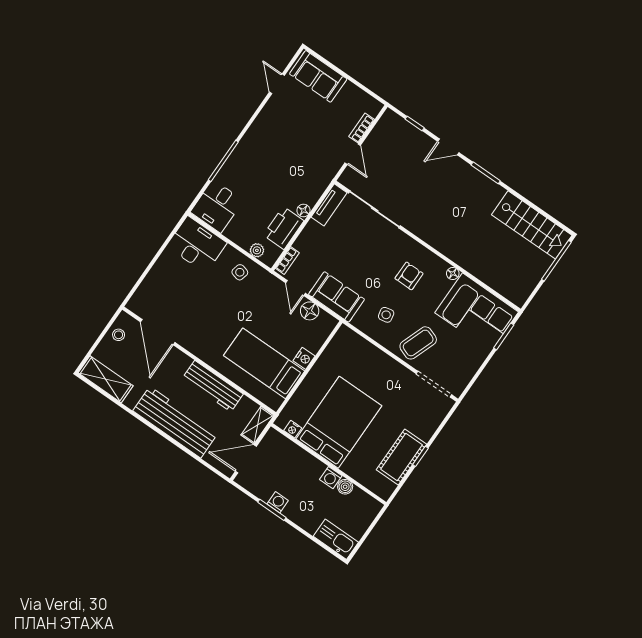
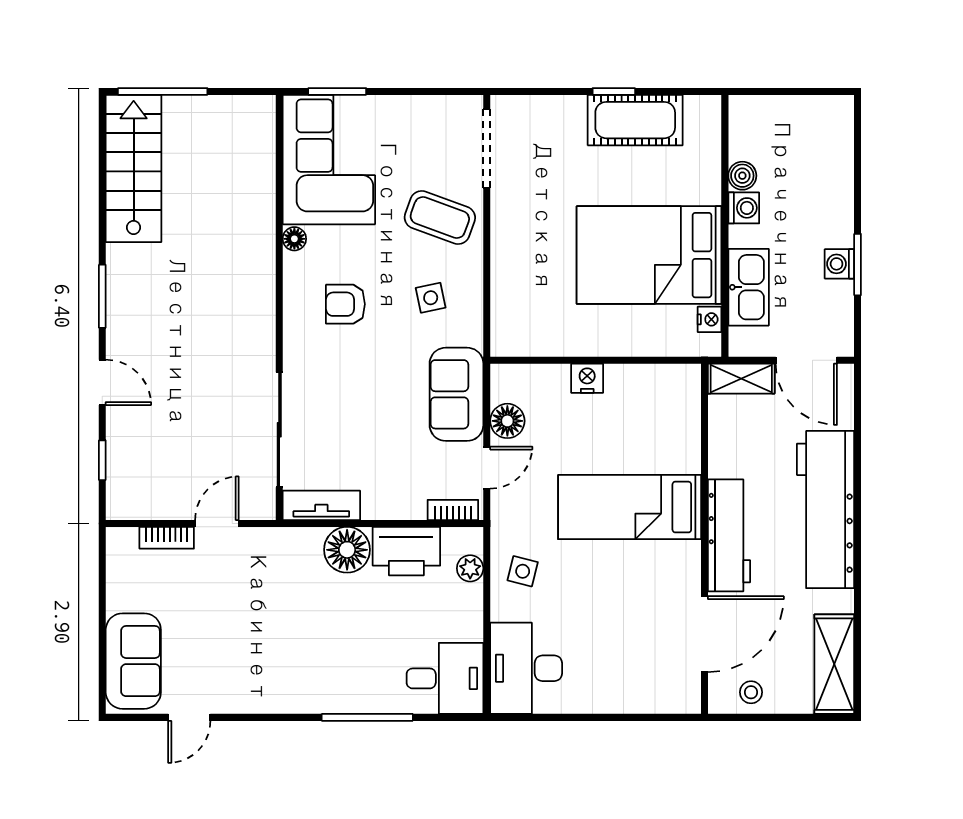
floor lamp: (303, 210) -> (347, 550), width x1.89, depth x1.89
bed: (264, 363) -> (630, 507), moved, turned 90
workbench: (213, 386) -> (729, 535), moved
kitchen sink: (336, 539) -> (749, 287), moved, turned 180

